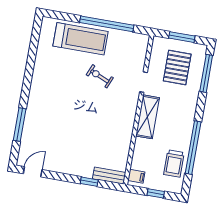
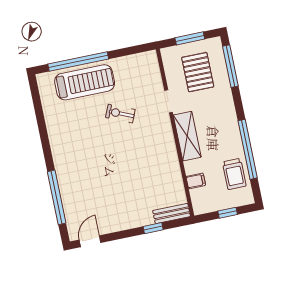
window: (107, 24) -> (78, 61), moved
window: (20, 125) -> (57, 197), width x1.46
filing cabinet: (136, 176) -> (196, 181), moved

